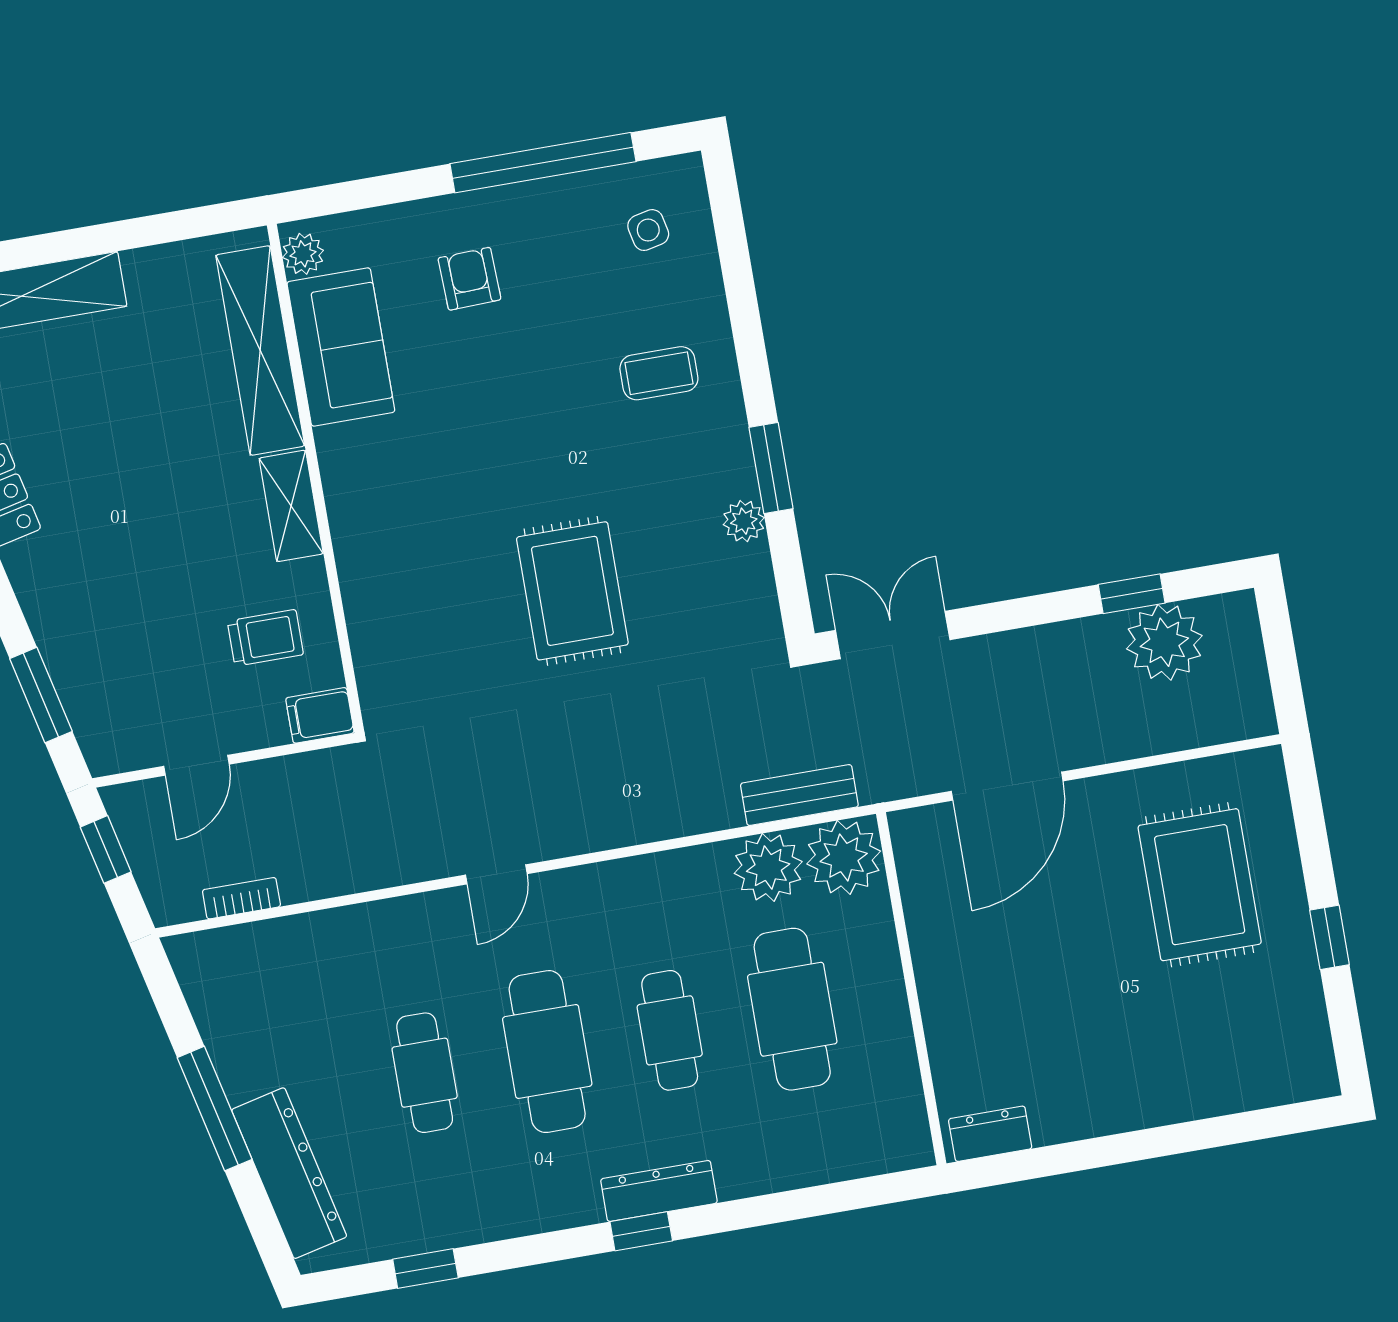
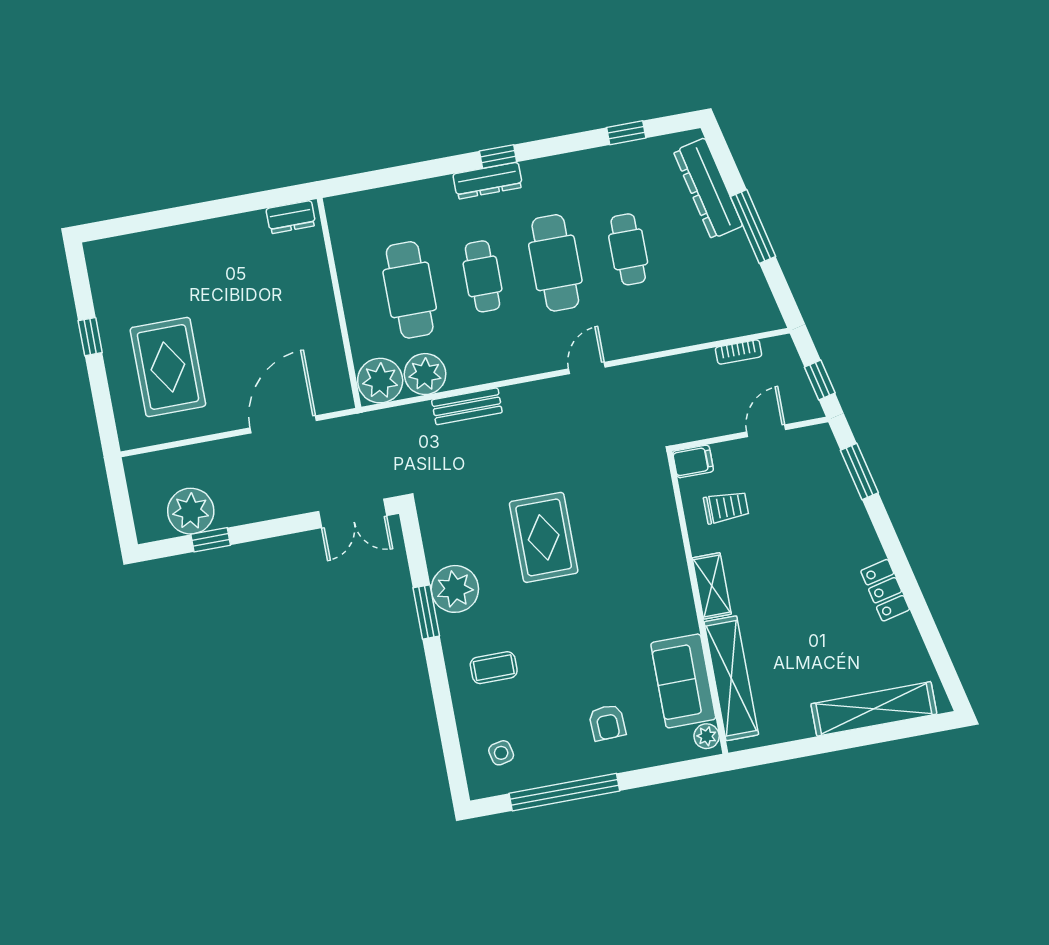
plant: (744, 521) -> (455, 589), width x1.87, depth x1.87
trolley: (265, 638) -> (726, 507), turned 180
bench: (799, 795) -> (467, 406), moved

